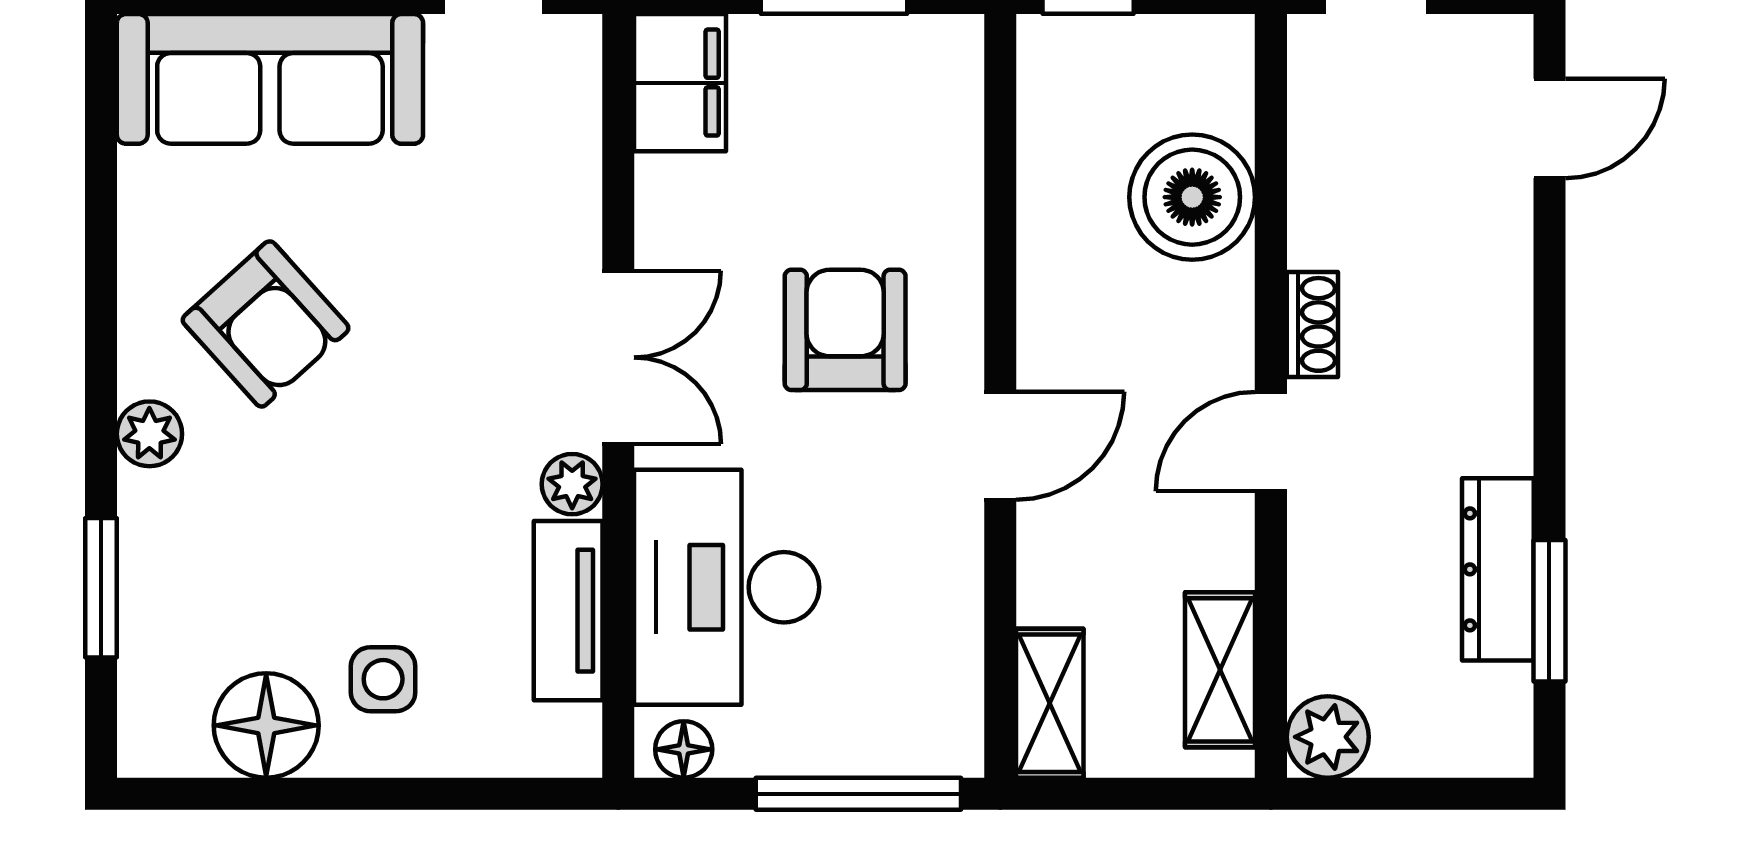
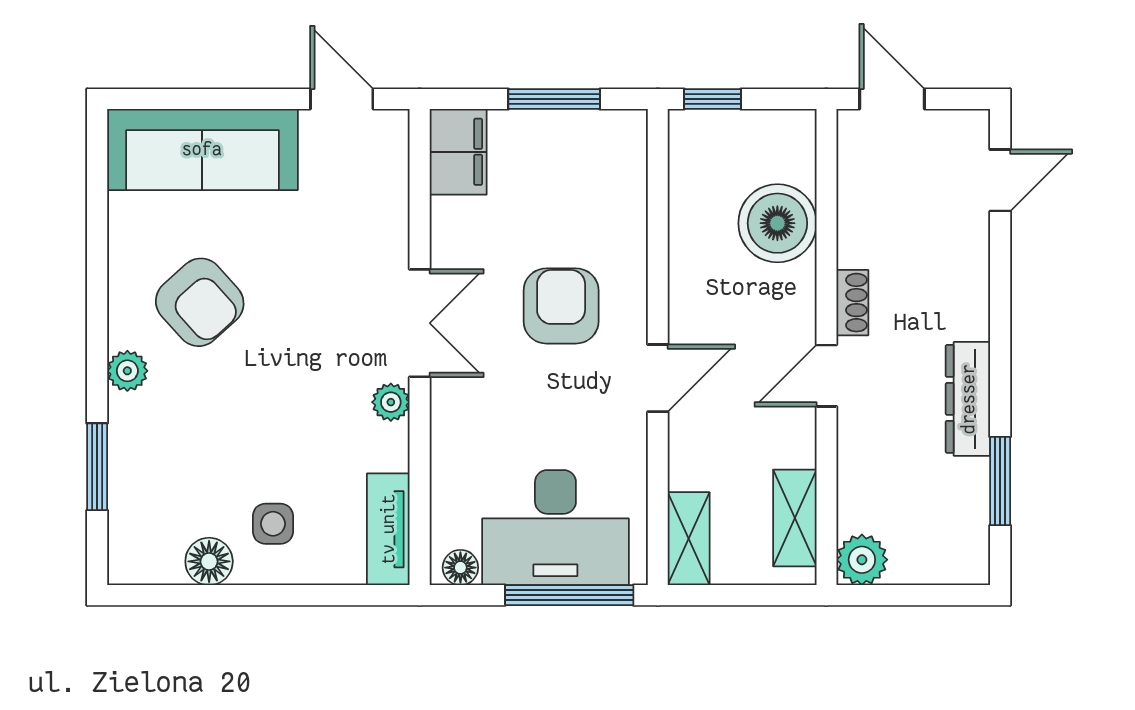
dresser: (1498, 569) -> (968, 399), moved
desk: (727, 587) -> (555, 528), moved, turned -90
tv unit: (568, 611) -> (388, 529), moved
floor lamp: (266, 725) -> (209, 561), width x0.73, depth x0.73

